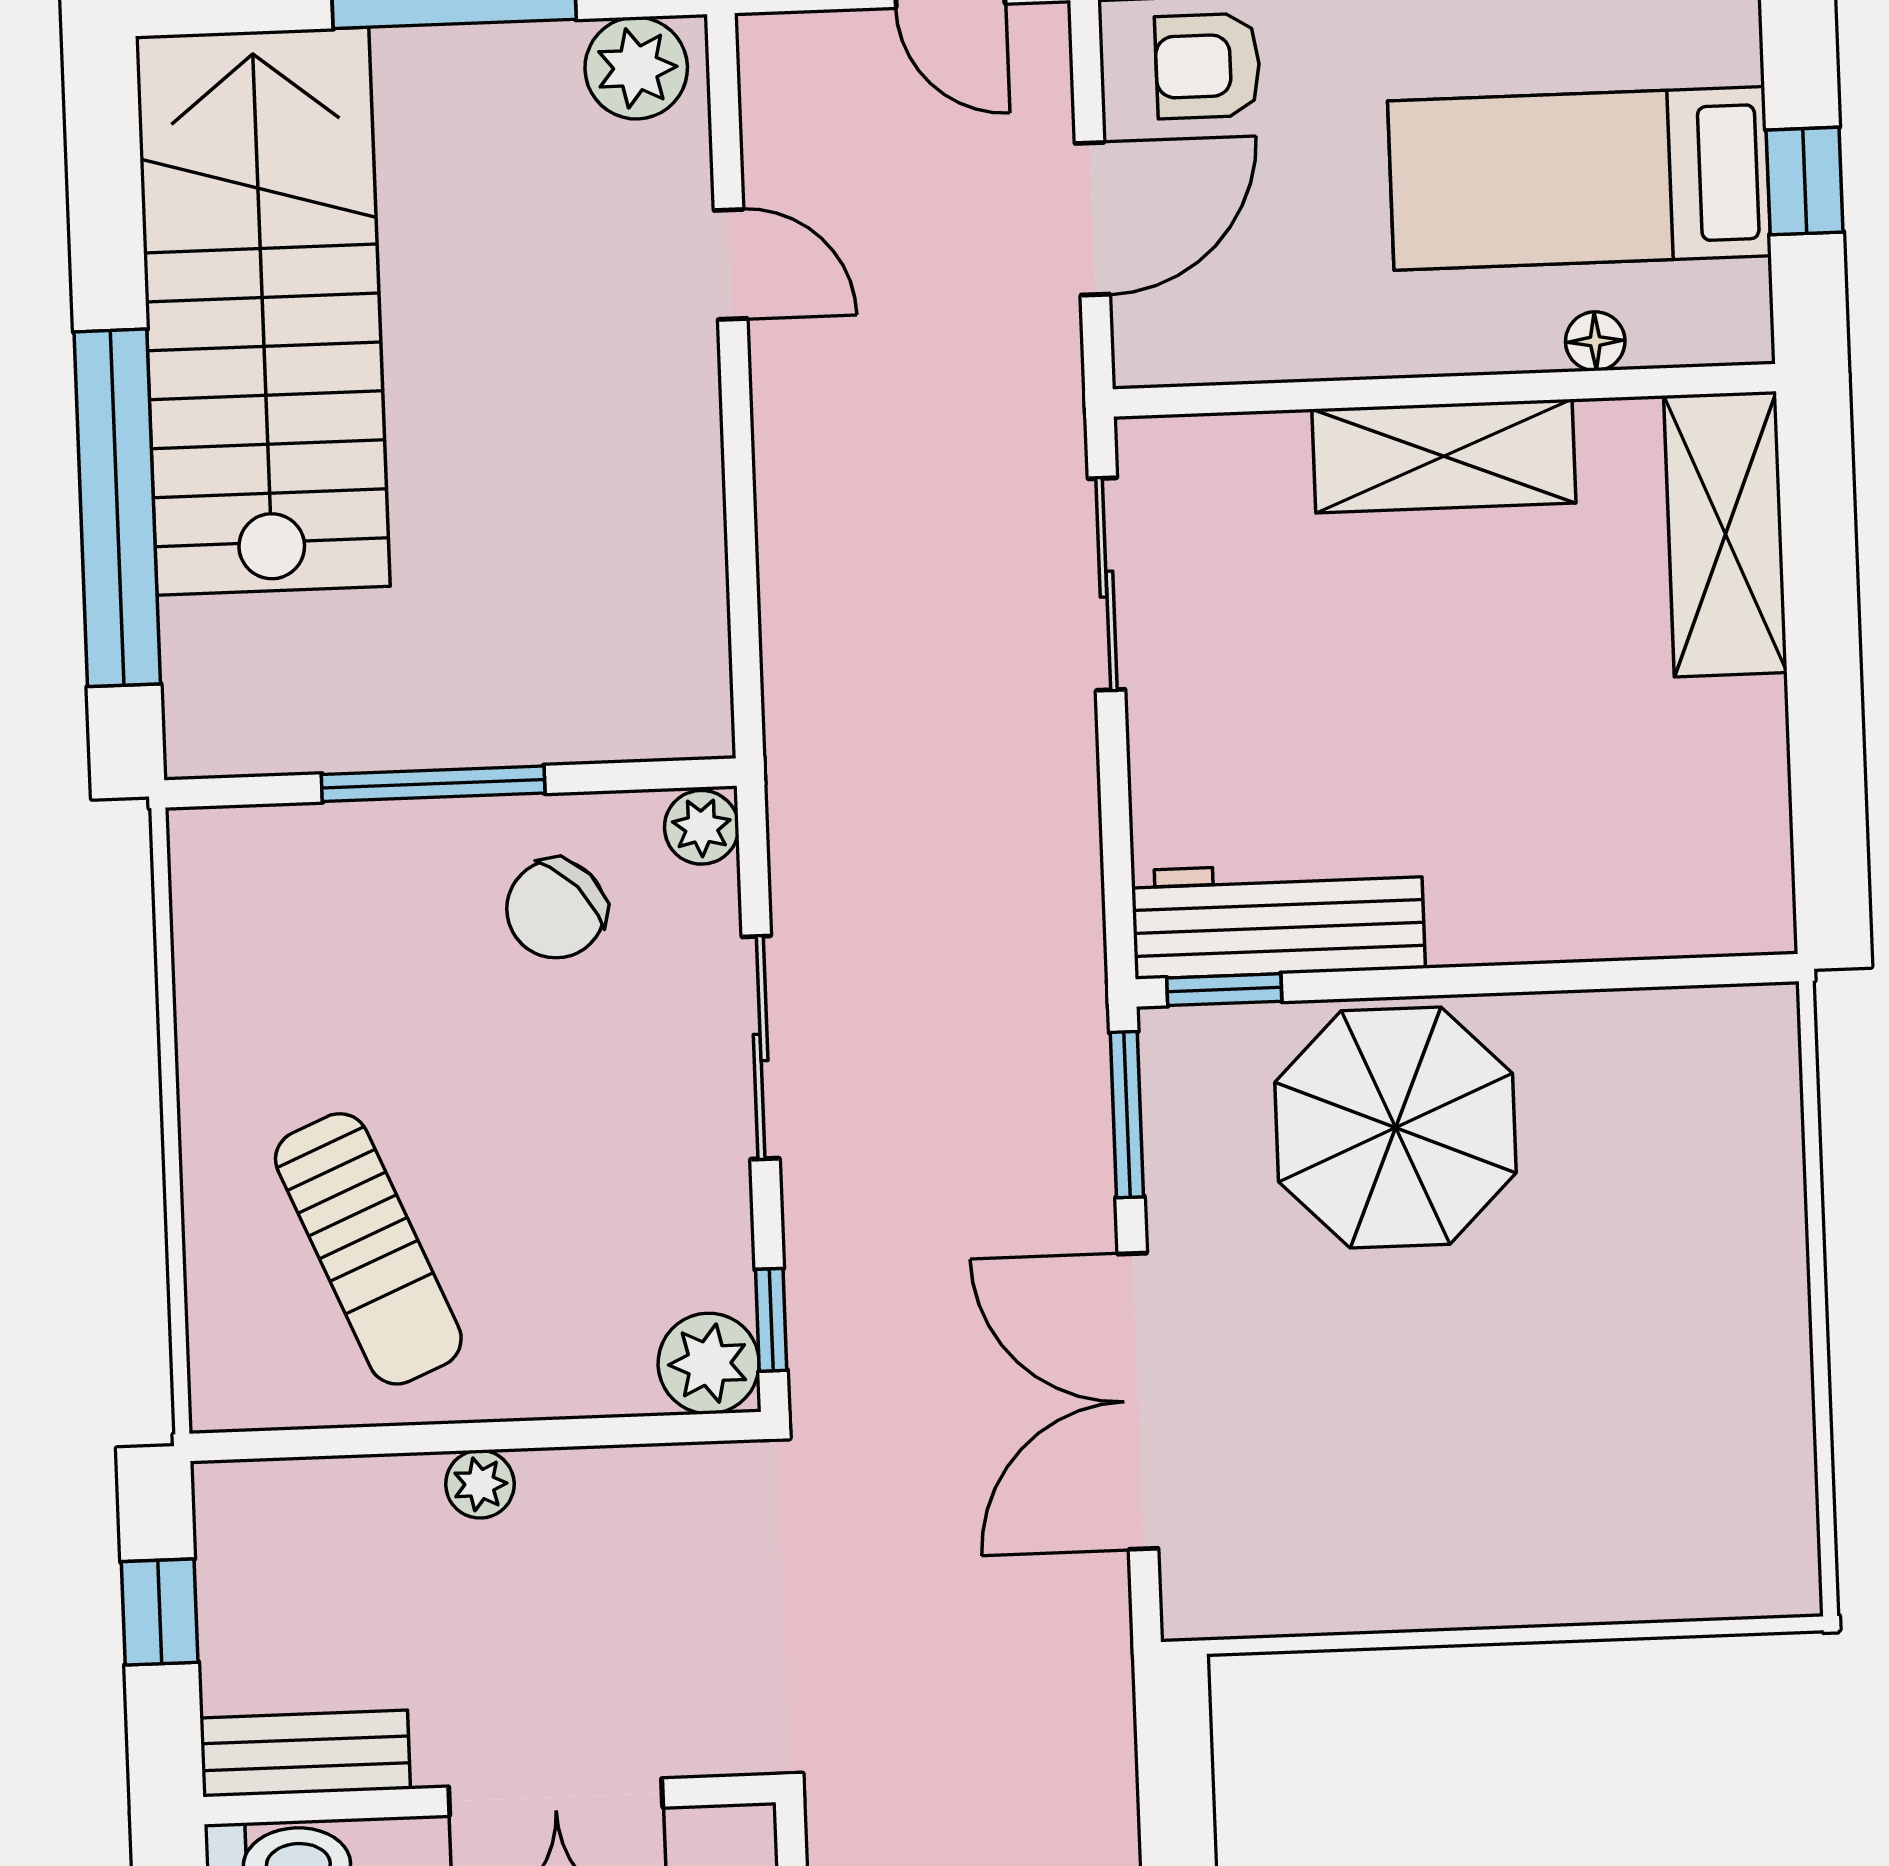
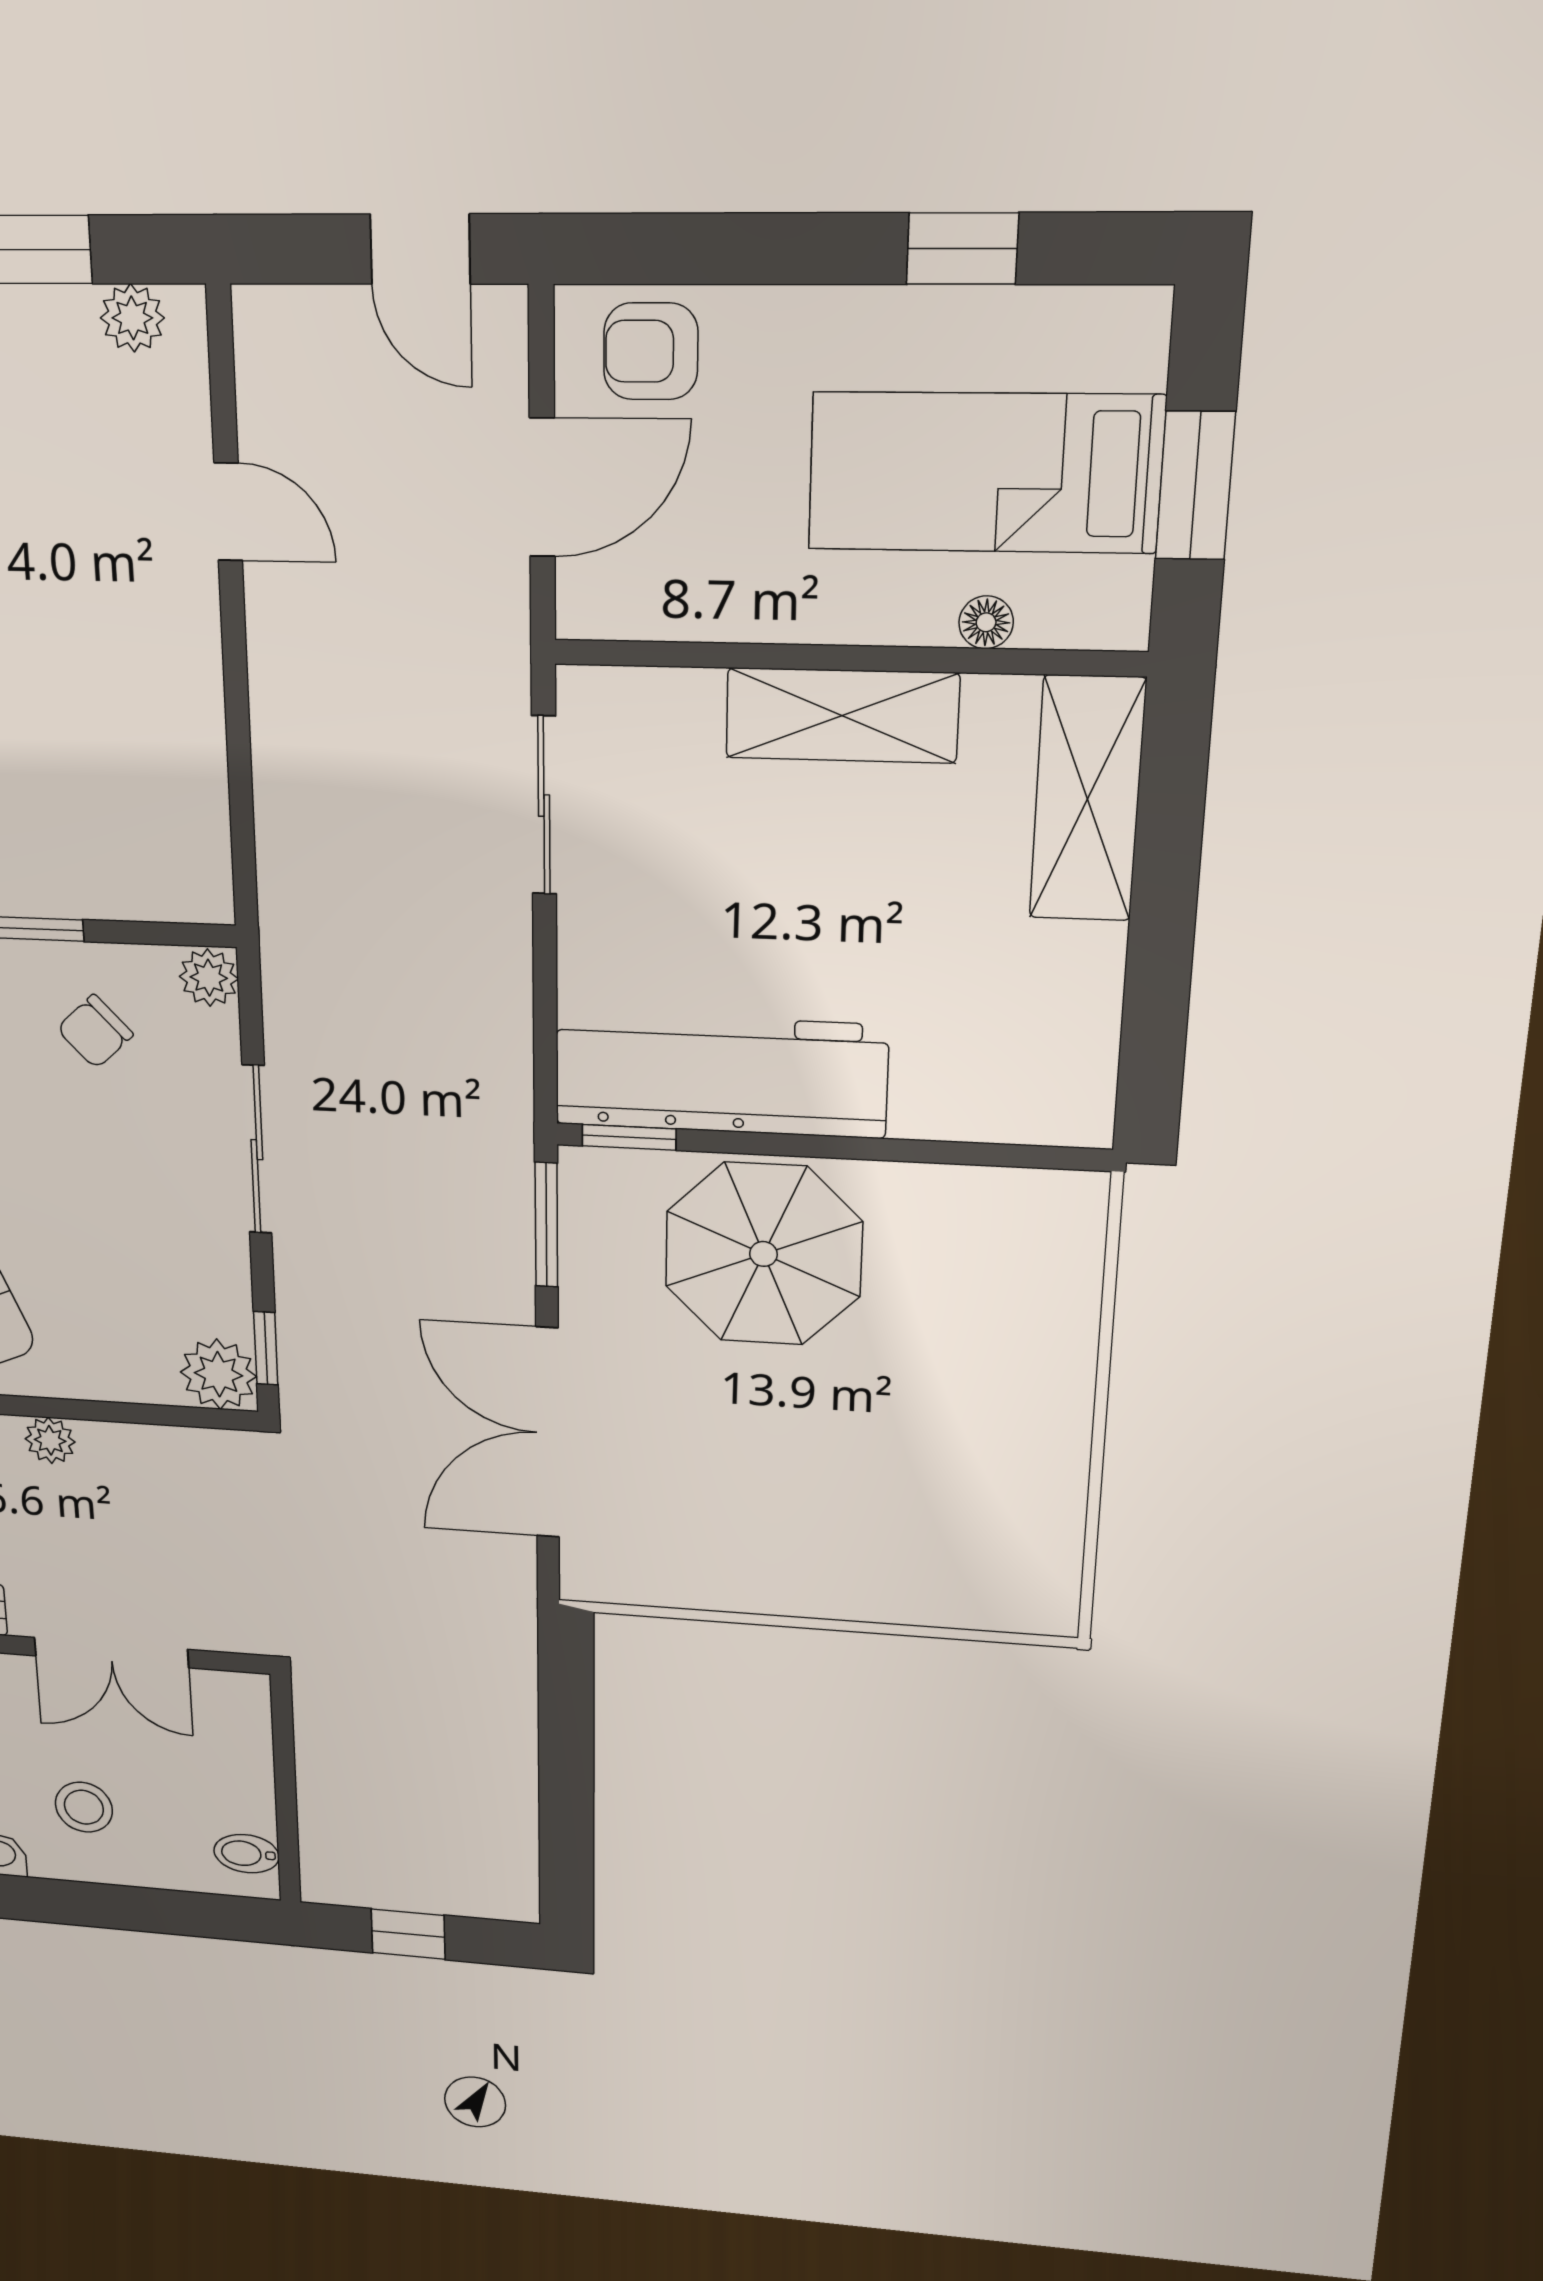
plant: (636, 68) -> (132, 318), width x0.73, depth x0.73
window: (1805, 181) -> (1195, 486), width x1.50
chair: (556, 909) -> (95, 1032), width x0.73, depth x0.73
workbench: (1278, 919) -> (720, 1075), width x1.36, depth x1.32

